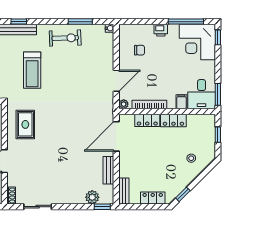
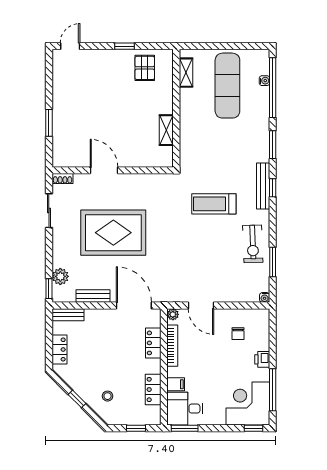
locker: (173, 121) -> (153, 390), moved
rug: (25, 124) -> (113, 233), moved, width x1.86, depth x2.06
window: (183, 194) -> (77, 399), moved

